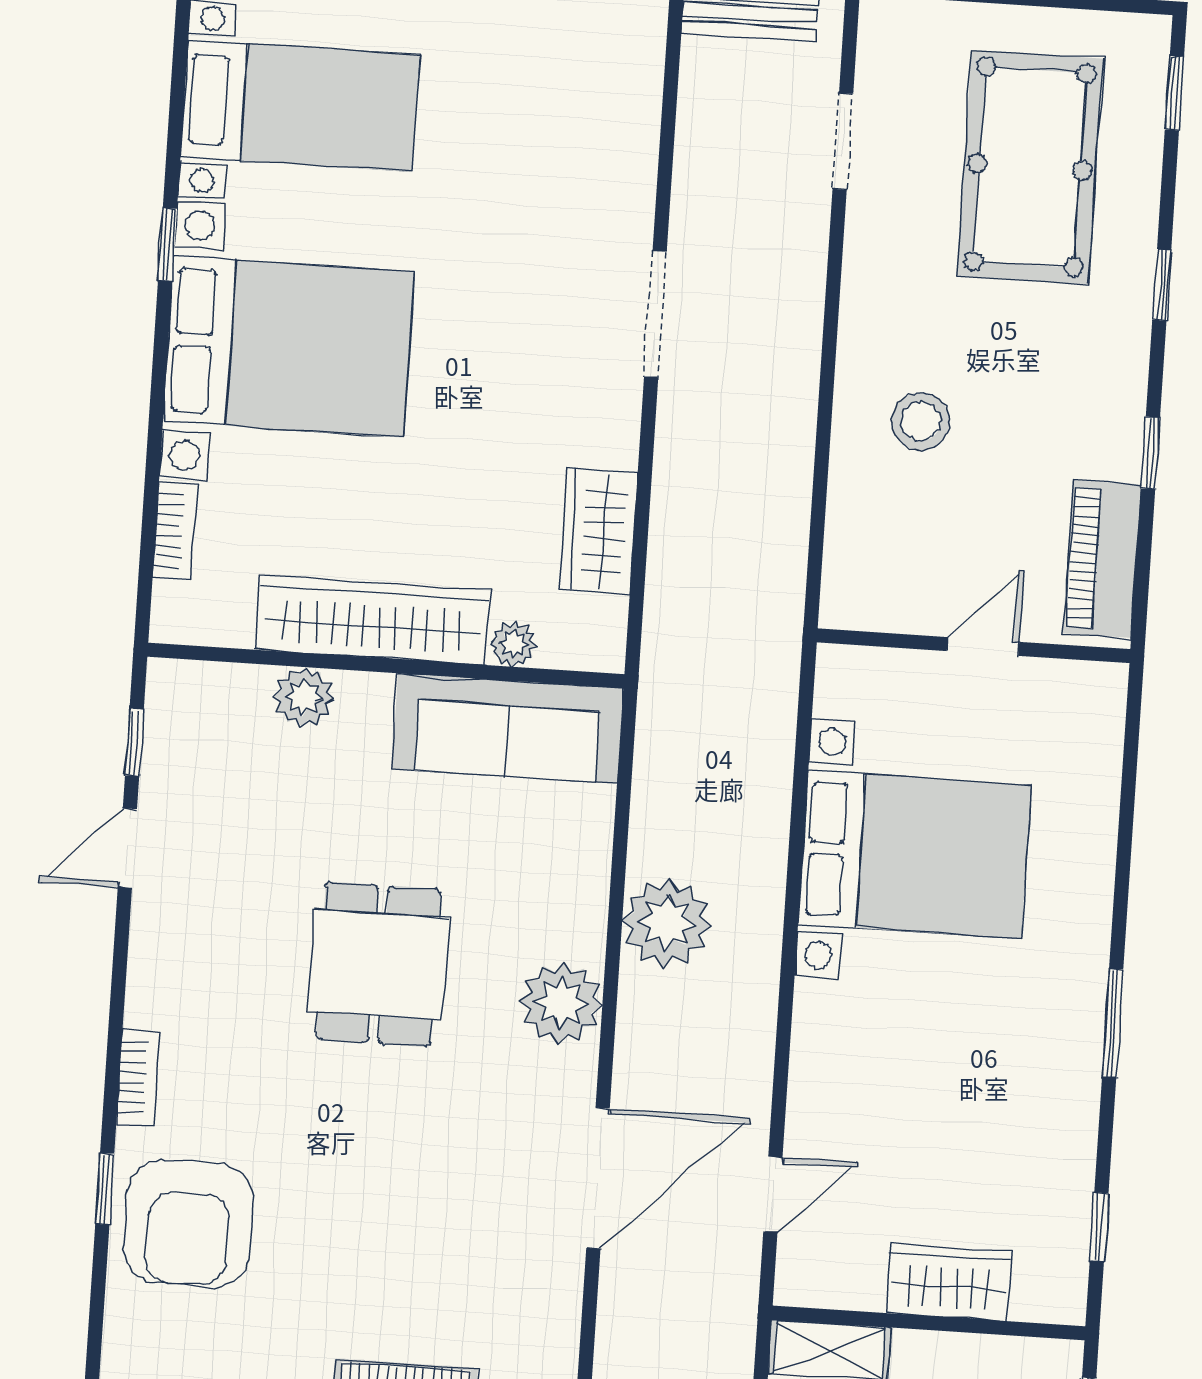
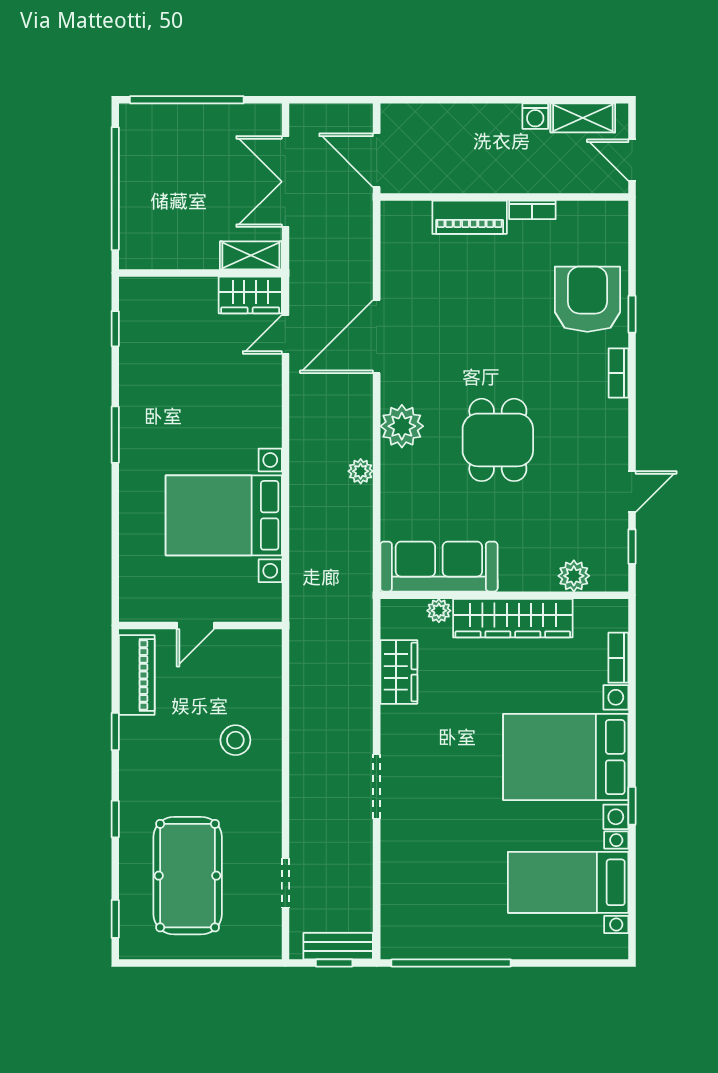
plant: (304, 697) -> (574, 576), moved
plant: (667, 923) -> (361, 471), width x0.53, depth x0.53
wardrobe: (949, 1282) -> (250, 295), moved

